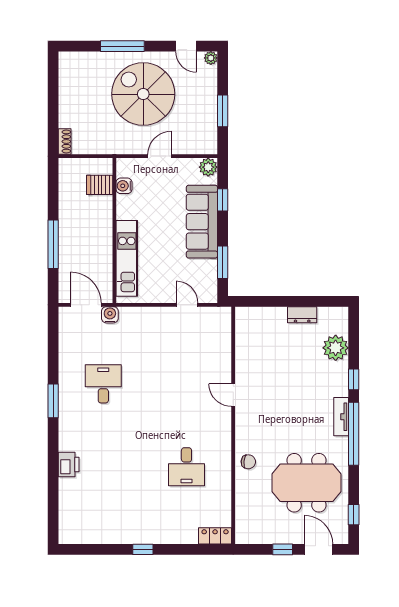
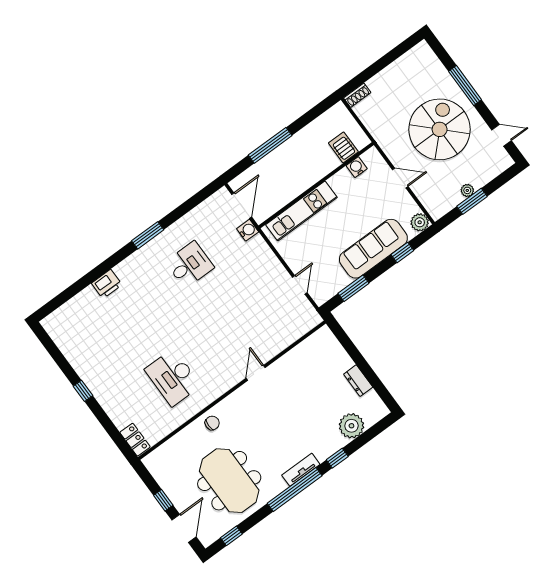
door: (186, 46) -> (502, 135), swing flipped
plant: (211, 58) -> (467, 190), moved
chair: (248, 462) -> (212, 423), turned -97
desk: (186, 467) -> (173, 378), width x1.37

